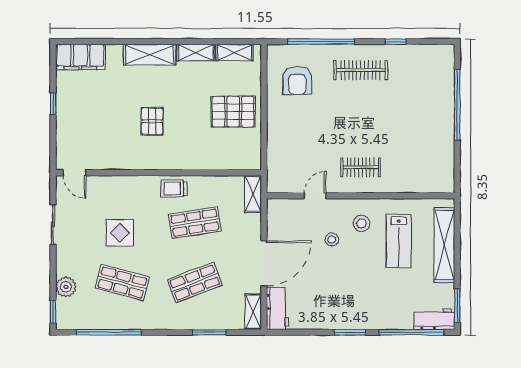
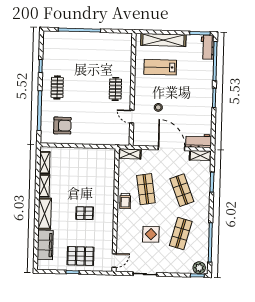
filing cabinet: (80, 57) -> (45, 245), moved
clothes rail: (361, 70) -> (57, 87), width x0.73
pallet: (233, 112) -> (80, 256), moved, turned 90
stool: (362, 223) -> (149, 89), removed
lab bench: (399, 241) -> (160, 67), turned 180
plant: (66, 287) -> (199, 268), moved

